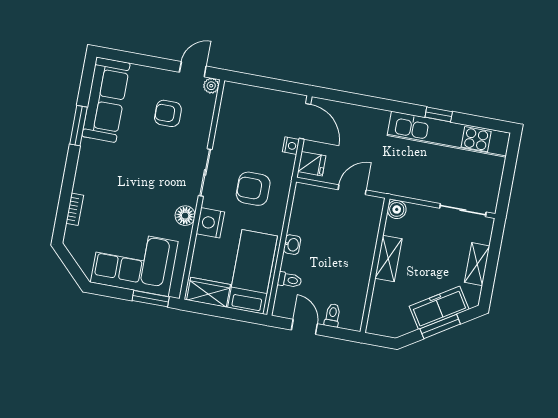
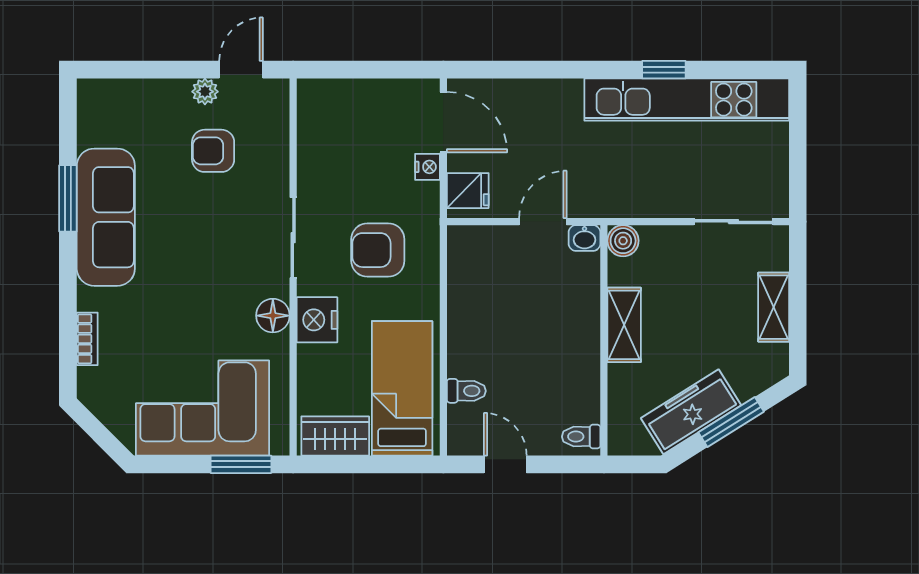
plant: (211, 86) -> (205, 92), moved
sofa: (106, 100) -> (106, 217), moved
washbasin: (292, 245) -> (584, 238), moved, turned 90
freezer: (439, 308) -> (691, 412), moved
toilet: (332, 315) -> (581, 437), moved, turned -90

